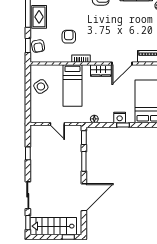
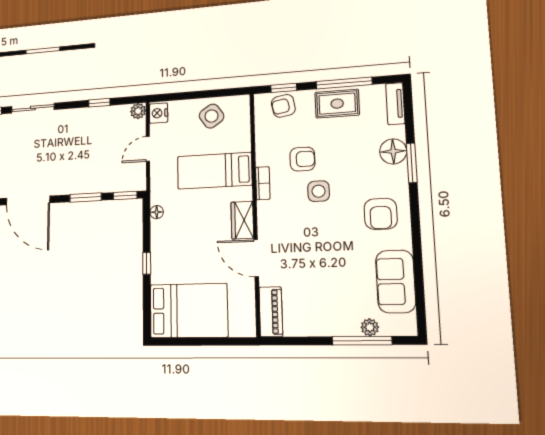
side table: (87, 29) -> (319, 191), added
nightstand: (120, 117) -> (158, 113), moved
plant: (35, 130) -> (138, 111), added

